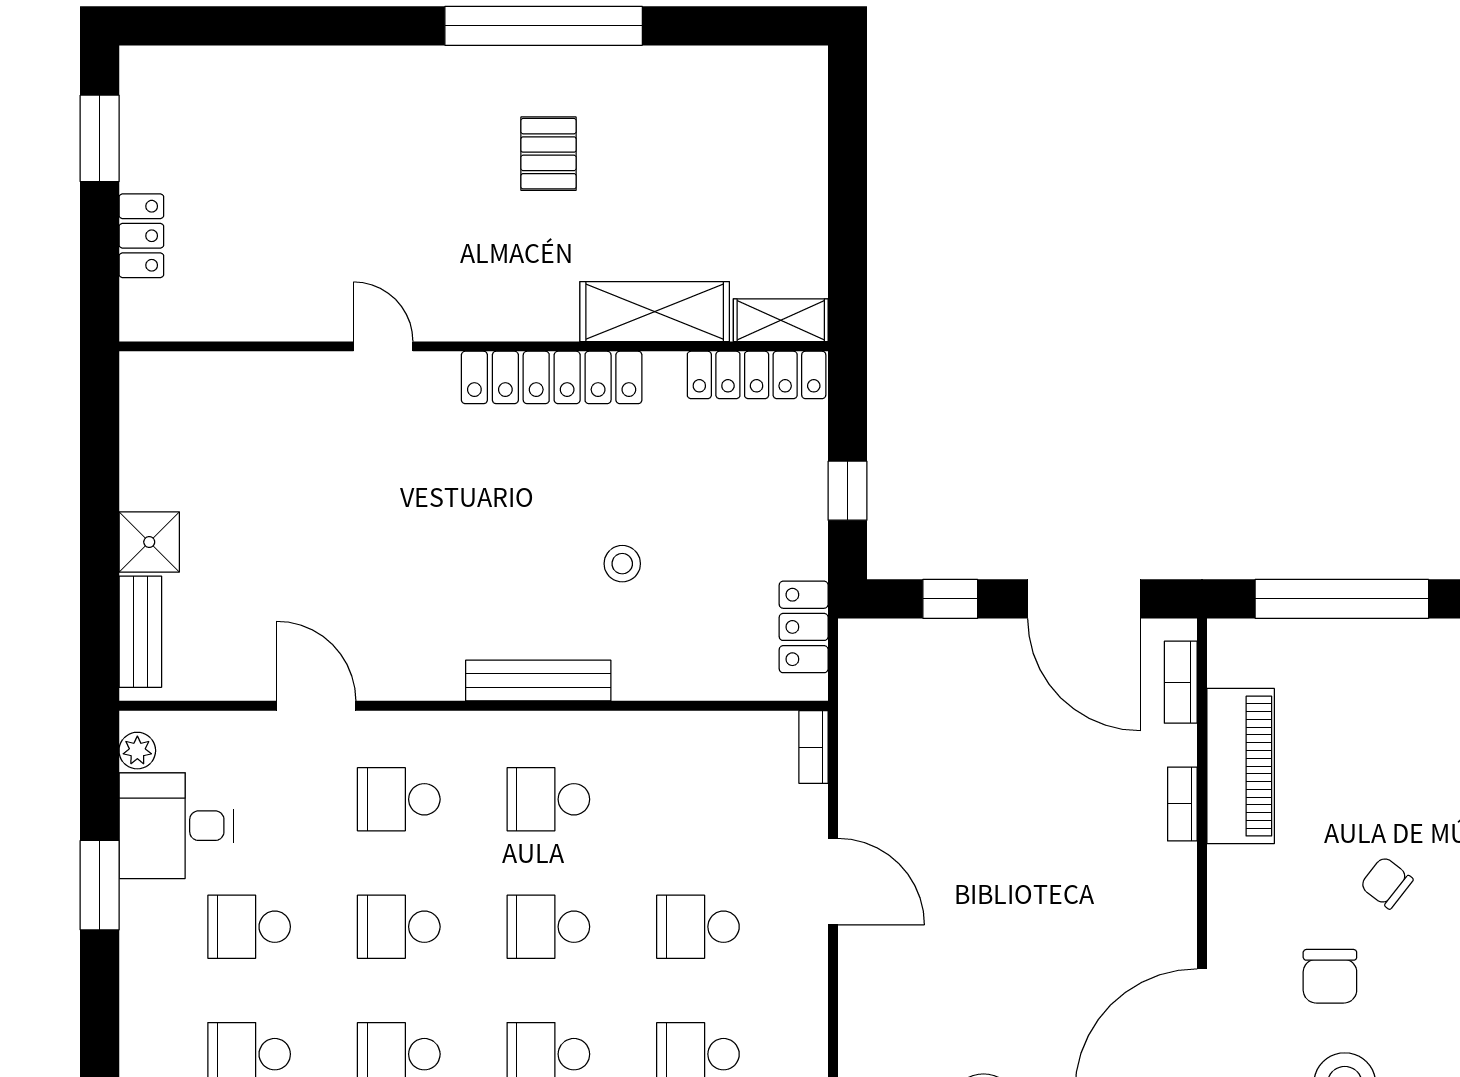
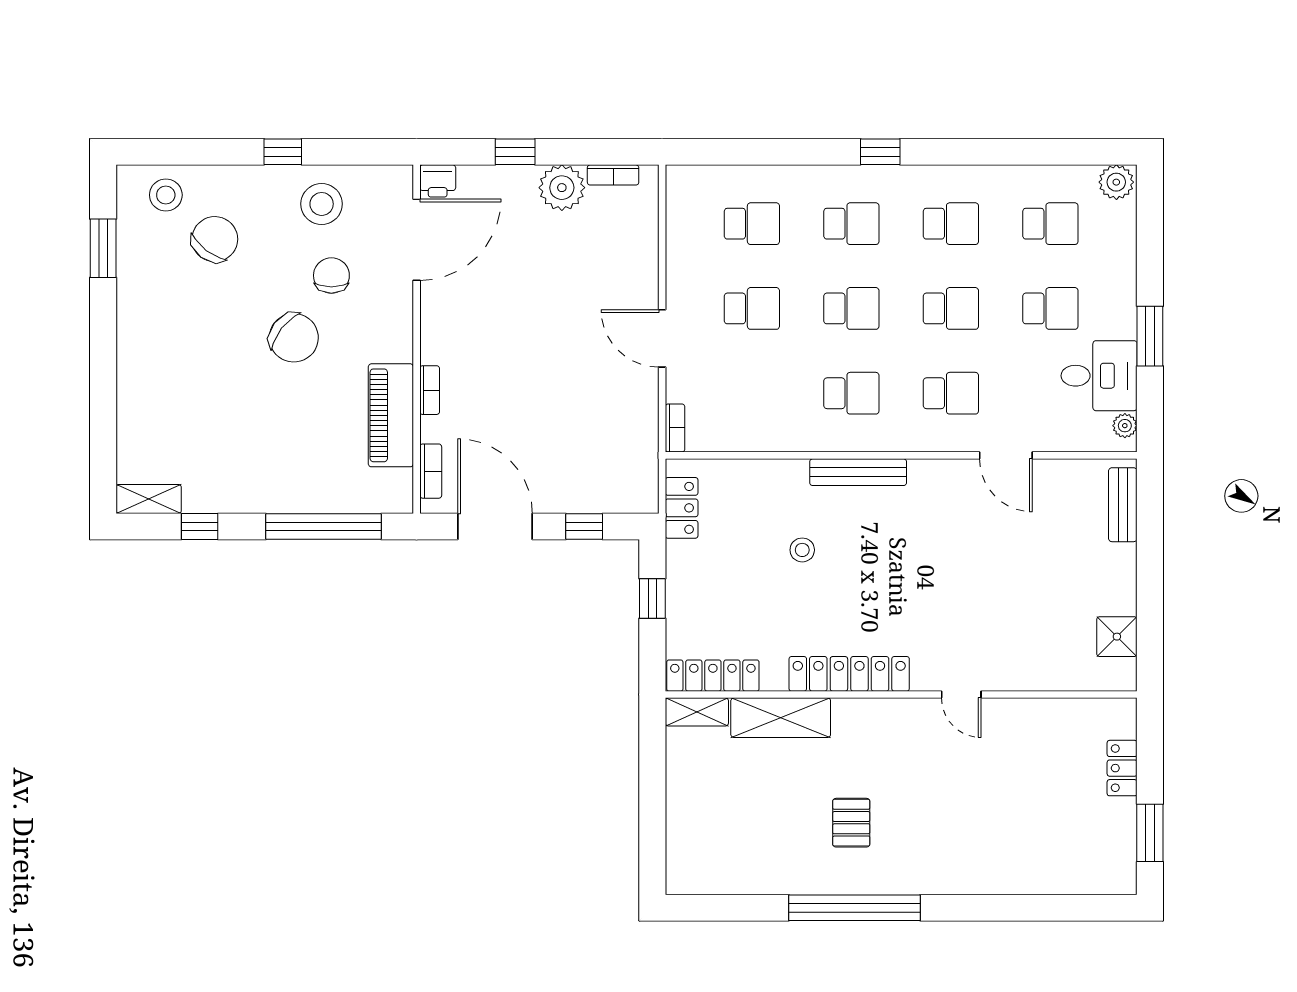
shower: (149, 542) -> (1117, 637), moved
chair: (1387, 883) -> (294, 338), width x1.87, depth x1.87

